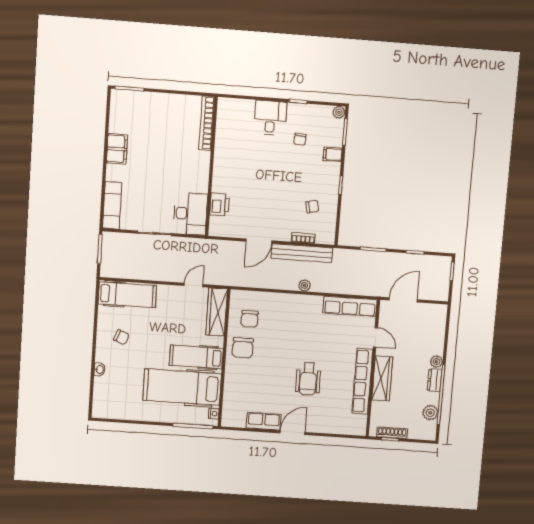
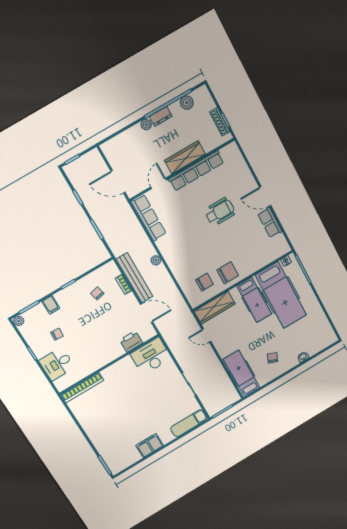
bookcase: (207, 123) -> (82, 388), moved
wall: (211, 167) -> (109, 365), moved
printer: (220, 204) -> (131, 341), moved
desk: (190, 214) -> (151, 356), moved

